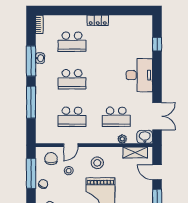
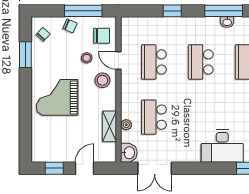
desk: (139, 75) -> (222, 146), moved
window: (31, 102) -> (172, 11), width x0.46
shelving: (135, 152) -> (109, 126), moved
stool: (97, 163) -> (102, 80), moved

